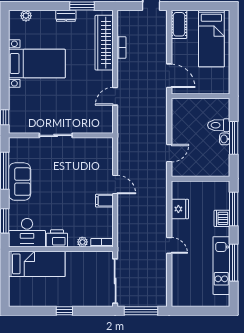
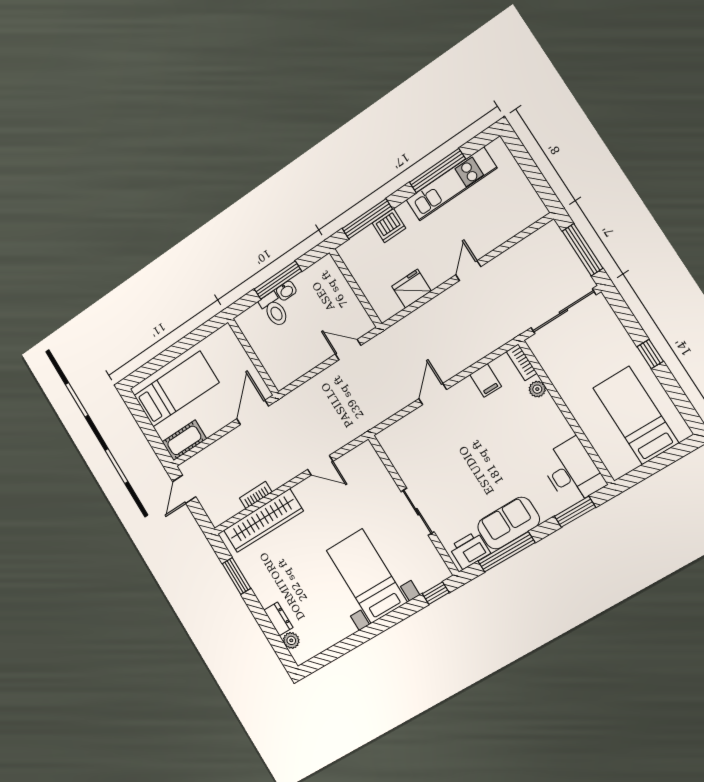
dresser: (66, 16) -> (278, 619), moved
bed with nightstands: (37, 64) -> (367, 576), moved
filing cabinet: (104, 201) -> (486, 380), moved
printer: (57, 238) -> (470, 550), moved, turned 90
bed: (37, 264) -> (636, 415), moved

